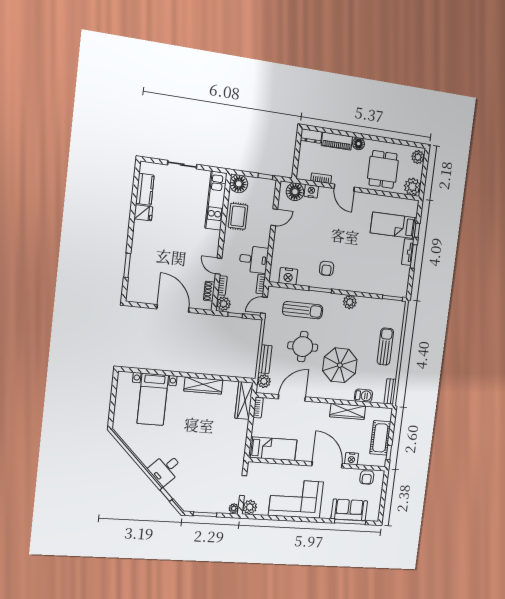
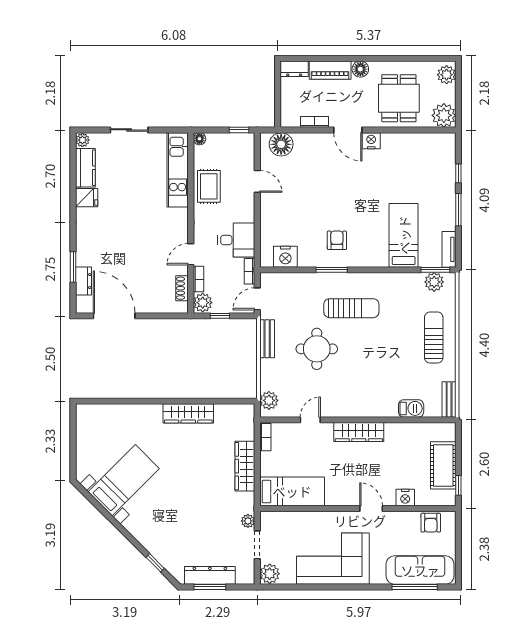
plant: (145, 167) -> (82, 140), added
floor lamp: (239, 184) -> (199, 139), width x0.53, depth x0.53
nightstand: (311, 191) -> (371, 141), moved
door: (274, 217) -> (257, 181), hinge flipped
bed: (394, 225) -> (404, 235), moved, turned 90
tv unit: (408, 252) -> (449, 249), moved
door: (219, 266) -> (191, 254), hinge flipped
armchair: (327, 268) -> (337, 240), turned 180
dresser: (134, 277) -> (84, 281), added
plant: (350, 302) -> (434, 282), moved
door: (173, 308) -> (114, 316), moved
sun lounger: (303, 310) -> (351, 308), moved
bench: (265, 359) -> (267, 339), moved
parasol: (340, 365) -> (372, 369), removed
door: (292, 398) -> (310, 420), width x0.53
bed with nightstands: (153, 399) -> (124, 480), moved, turned -135
wardrobe: (244, 400) -> (245, 466), moved
wardrobe: (348, 411) -> (359, 432), moved
door: (327, 465) -> (371, 509), width x0.53
desk: (166, 469) -> (151, 529), removed
dresser: (206, 506) -> (210, 575), added
plant: (234, 508) -> (248, 521), moved
sofa: (349, 510) -> (420, 570), width x1.36

